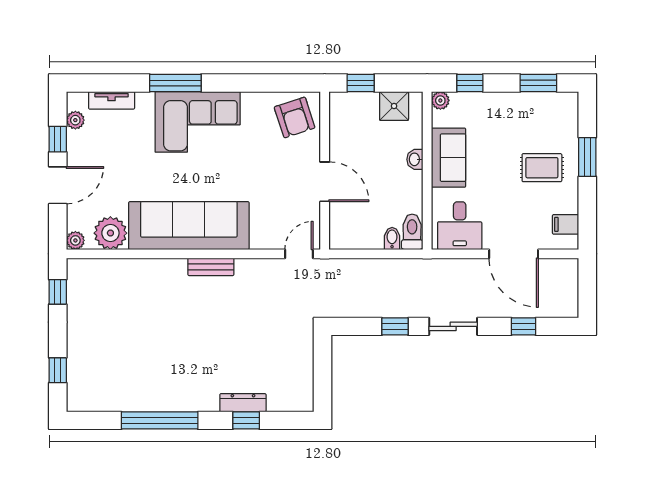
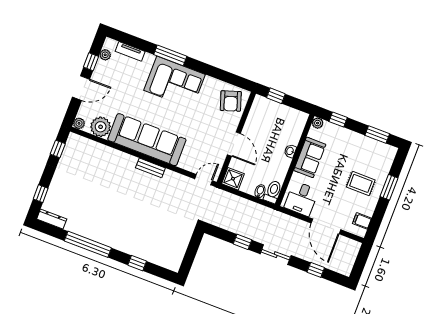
shower: (394, 106) -> (233, 179), moved
dresser: (243, 403) -> (52, 219), moved

